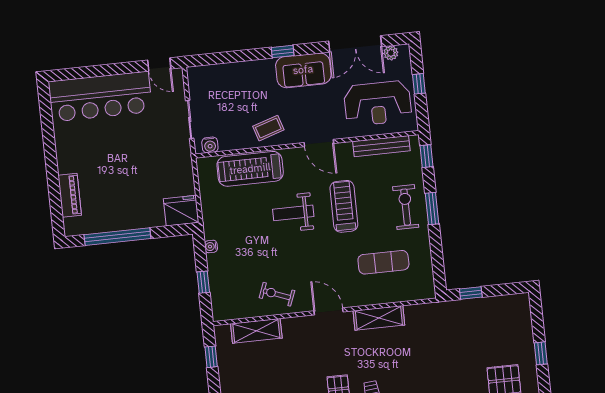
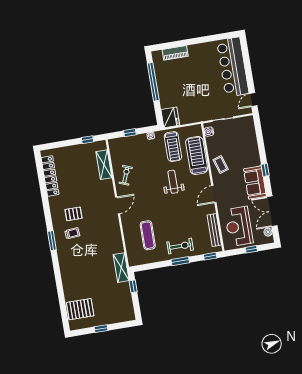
treadmill: (344, 206) -> (173, 147), moved, turned 90
shelving: (379, 318) -> (121, 268), moved

